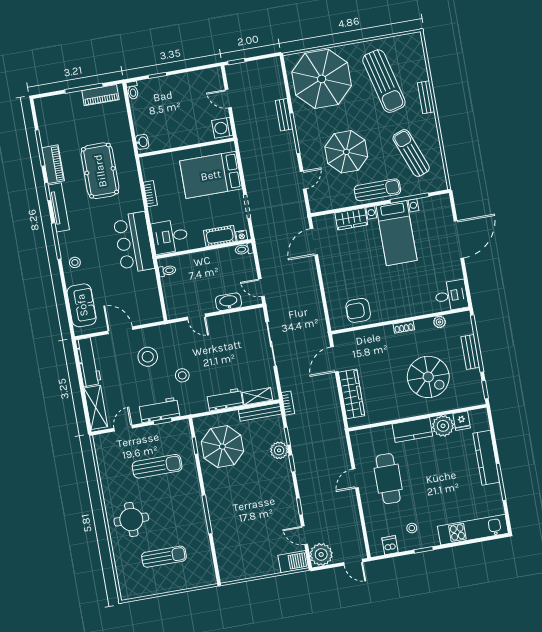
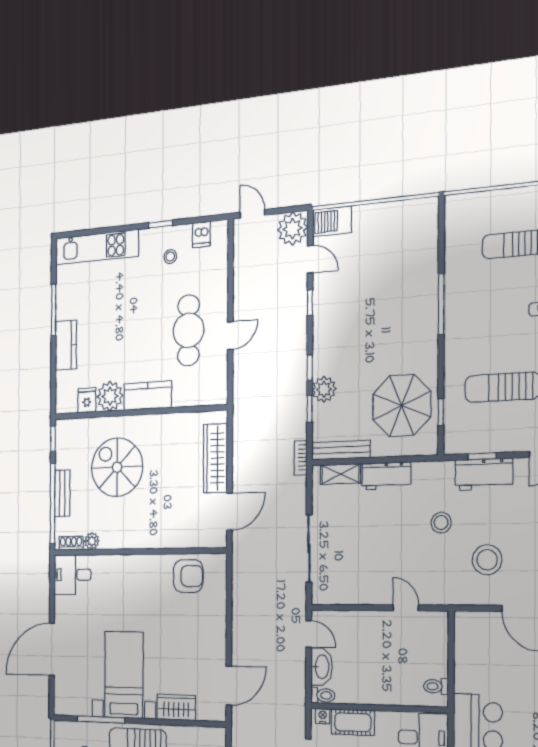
washbasin: (229, 302) -> (321, 667), moved, turned -90
shoe rack: (404, 327) -> (71, 543), moved
kitchen counter: (486, 458) -> (66, 345), width x0.67

